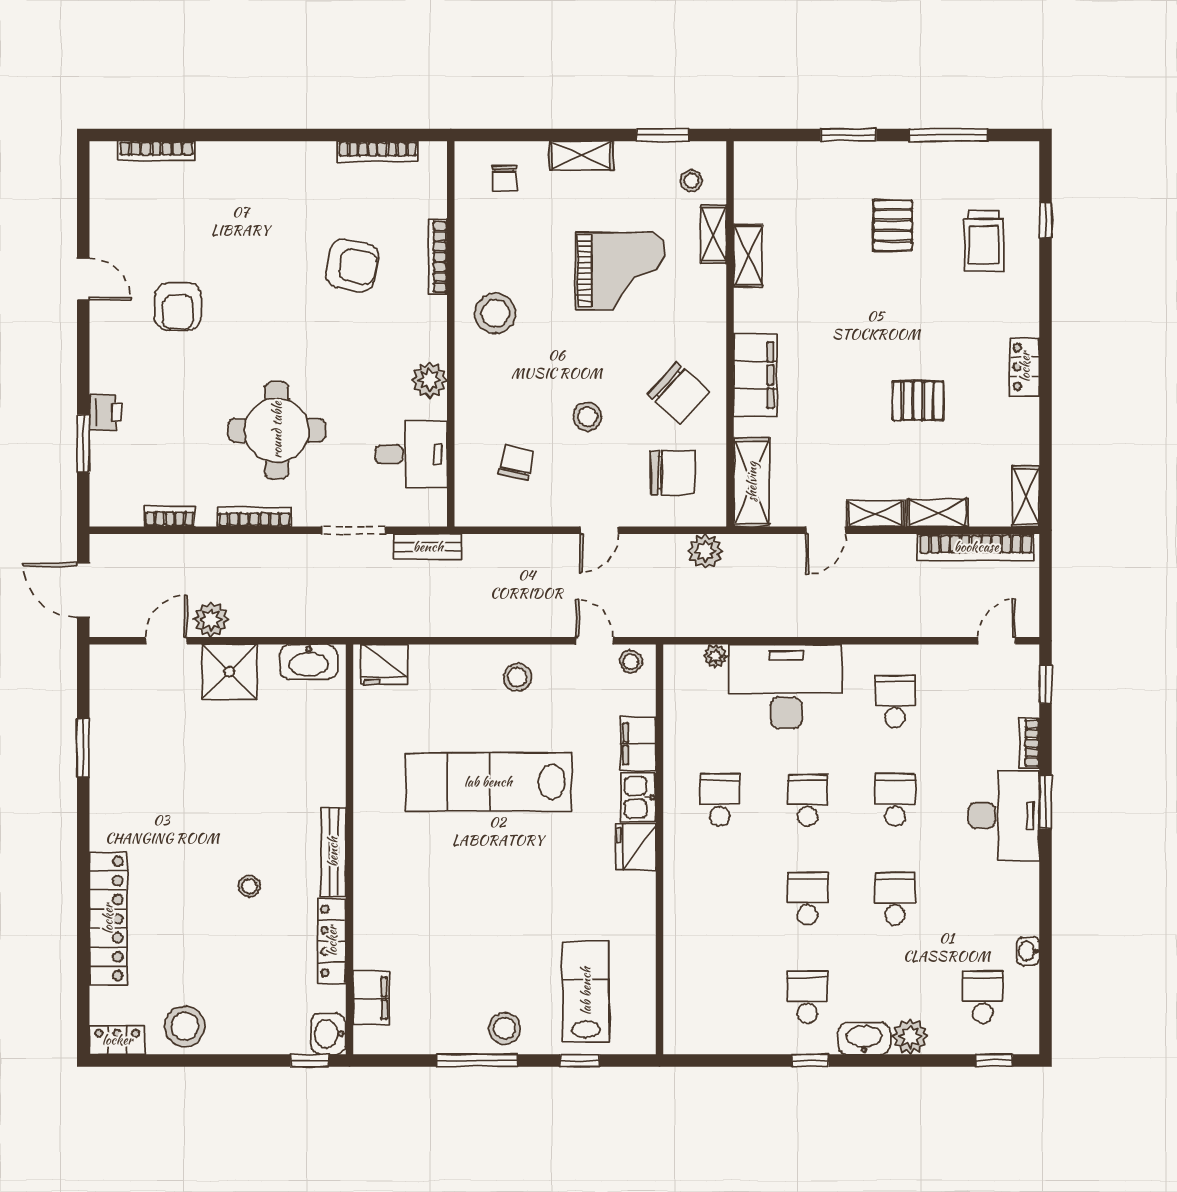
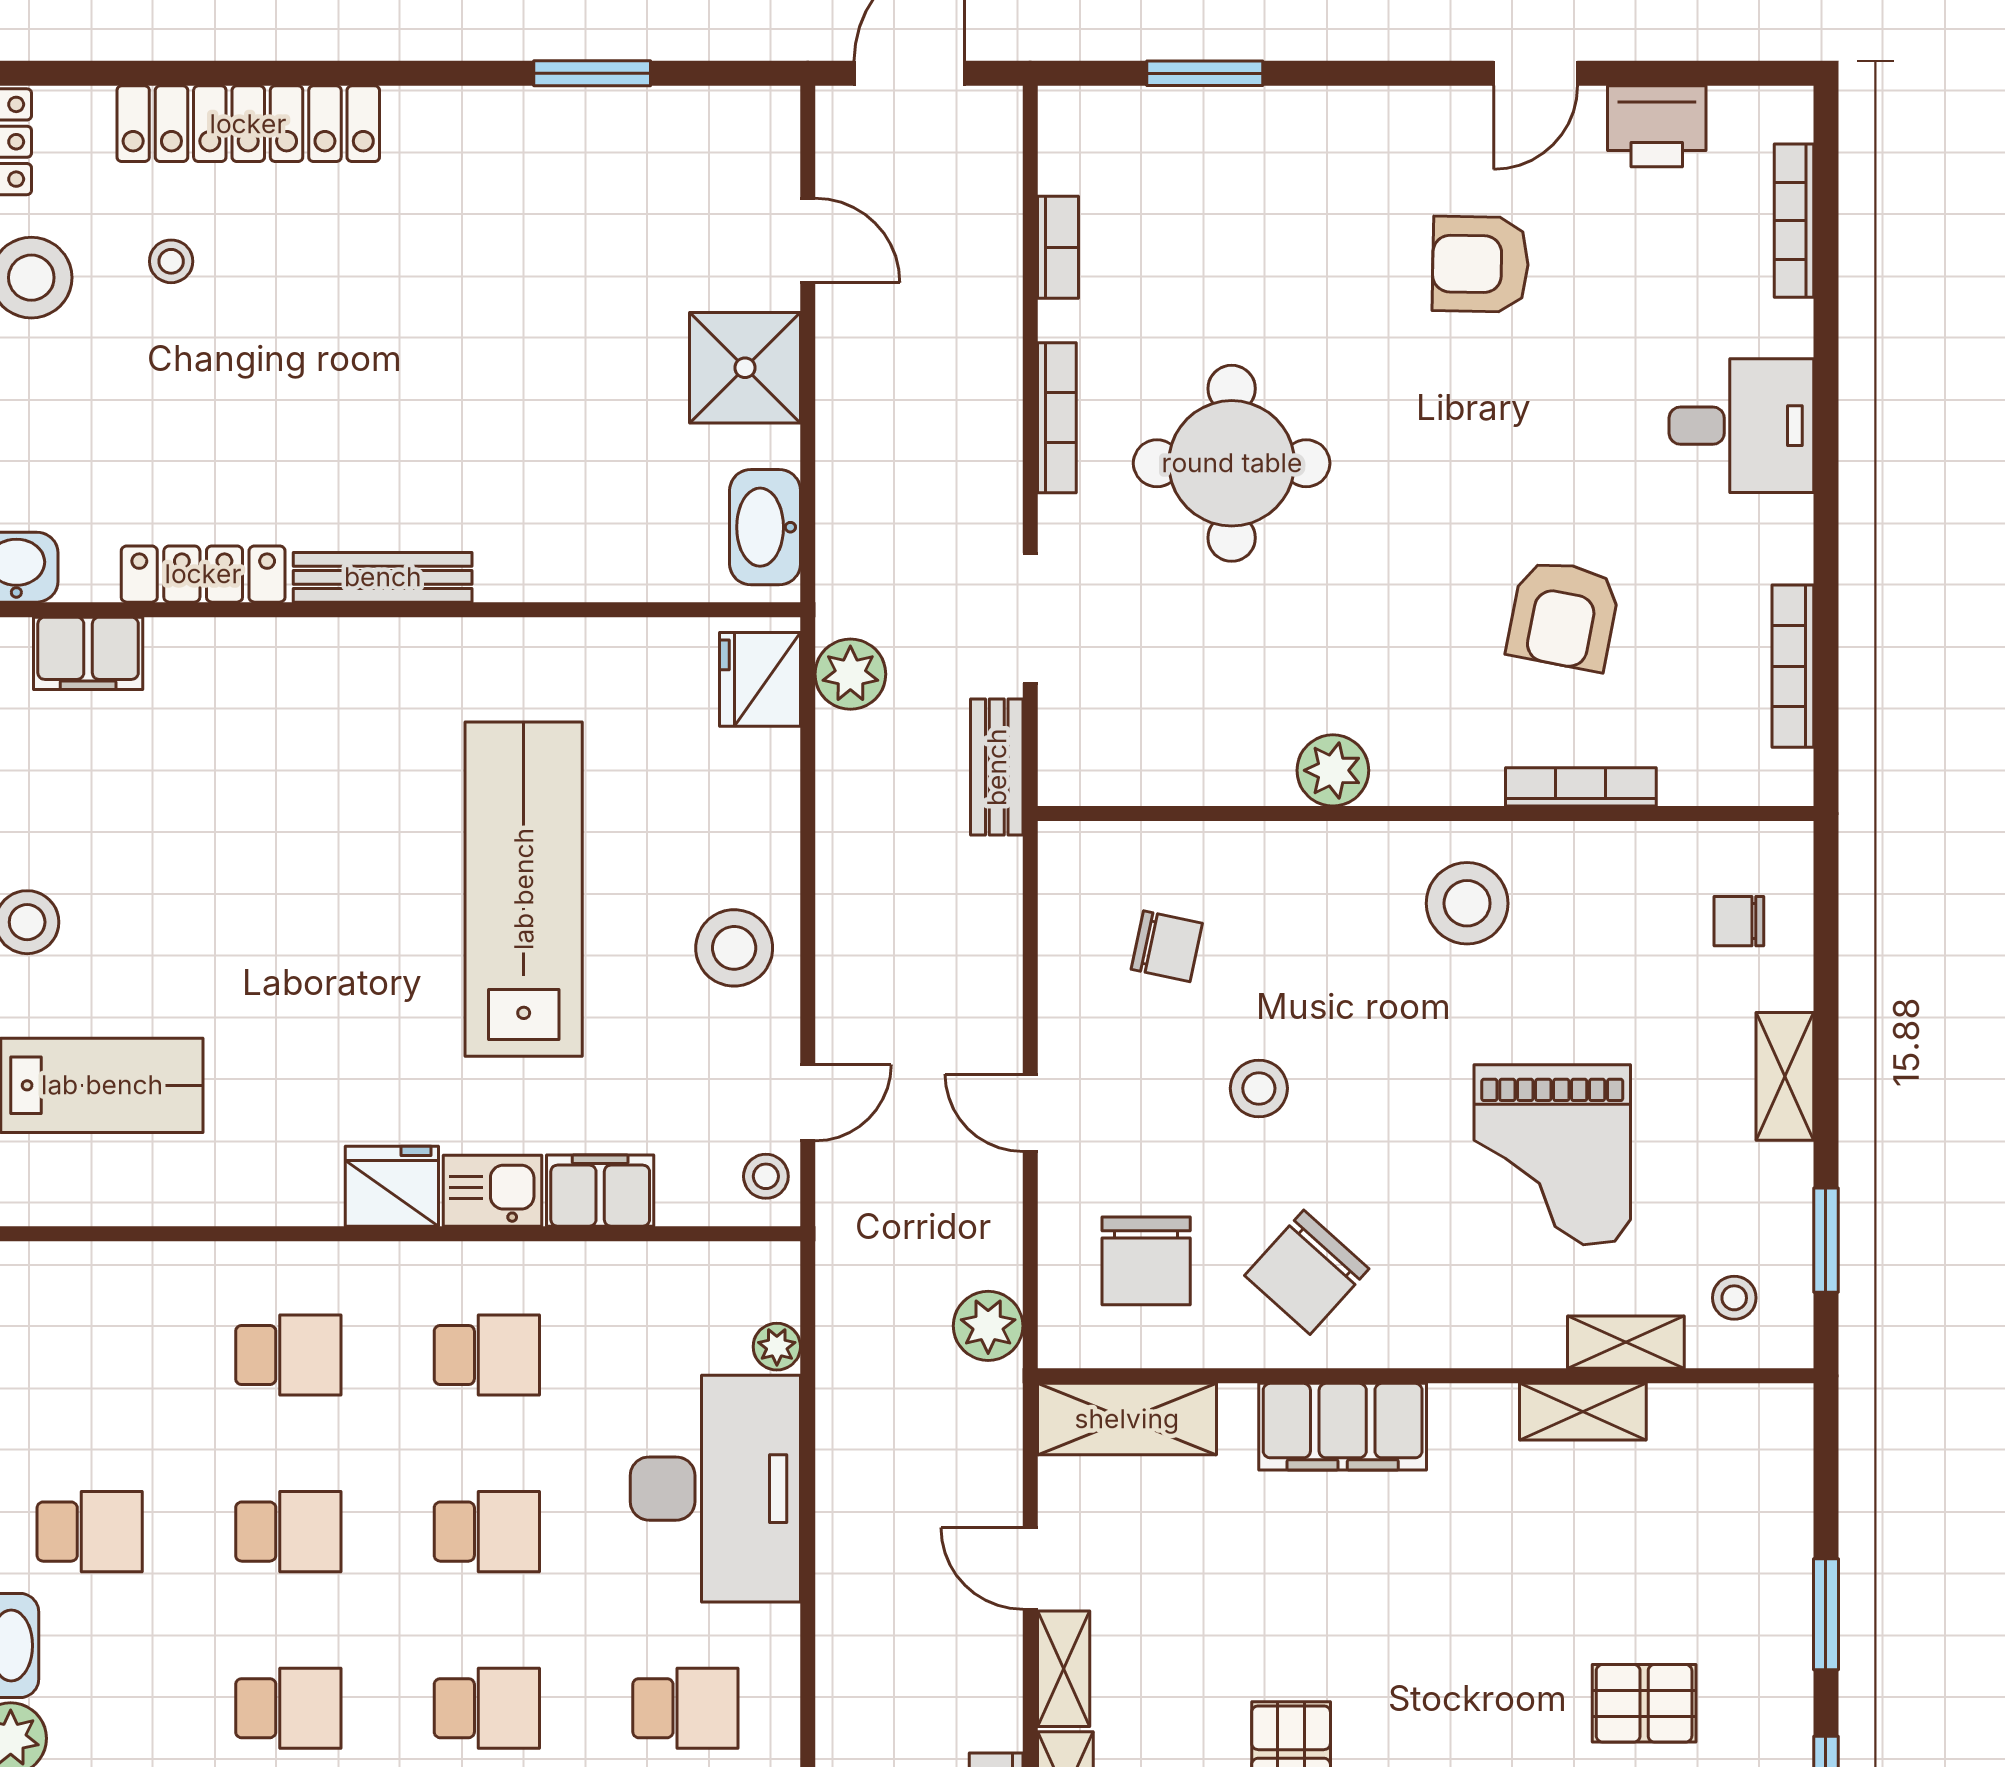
printer: (106, 412) -> (1657, 126), moved, width x1.36, depth x1.24
desk: (411, 454) -> (1741, 426), moved, turned -90
plant: (211, 620) -> (850, 674), moved
stool: (518, 677) -> (734, 948), width x1.38, depth x1.38
stool: (249, 886) -> (171, 261), moved
school desk: (720, 899) -> (288, 1355), added

